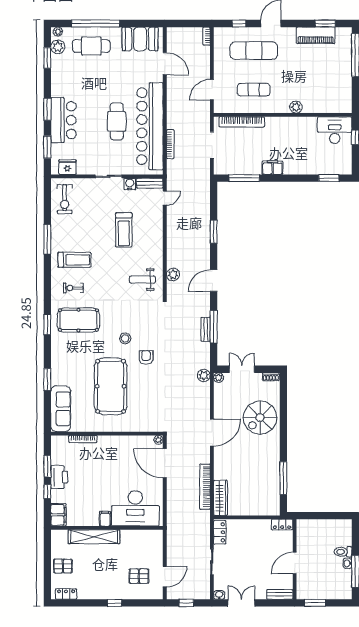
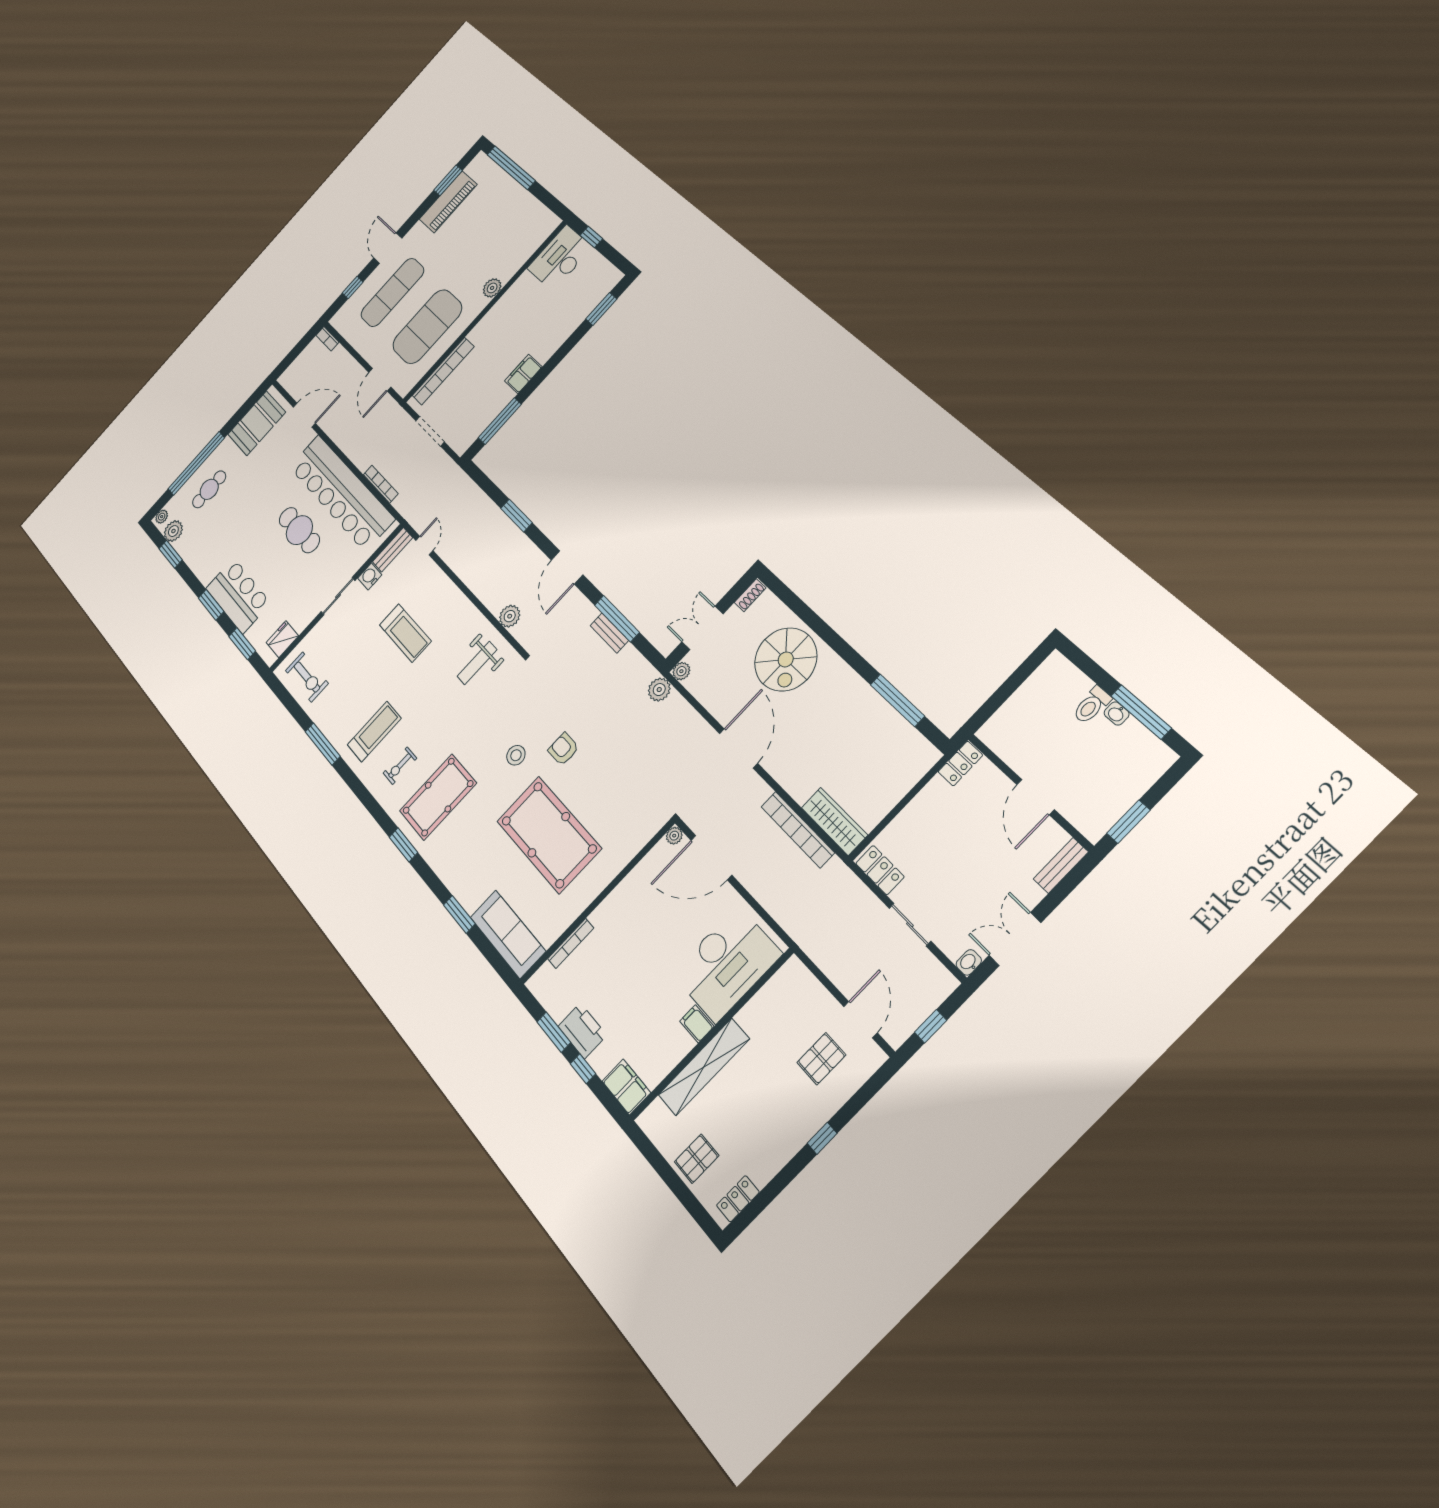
cafe table: (91, 46) -> (209, 489), width x0.73, depth x0.74
exercise mat: (254, 90) -> (427, 327), width x2.00, depth x1.45

